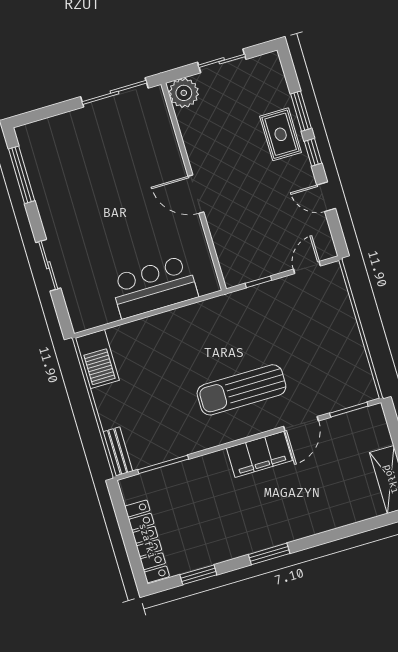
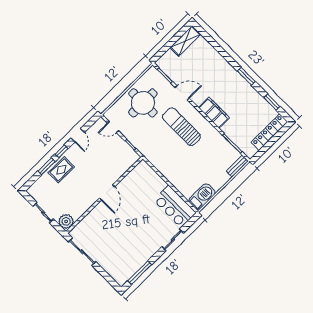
bar counter: (154, 287) -> (175, 206), moved
round table: (321, 344) -> (143, 103), added
sun lounger: (241, 390) -> (181, 127), turned 180
filing cabinet: (259, 454) -> (214, 113), moved

